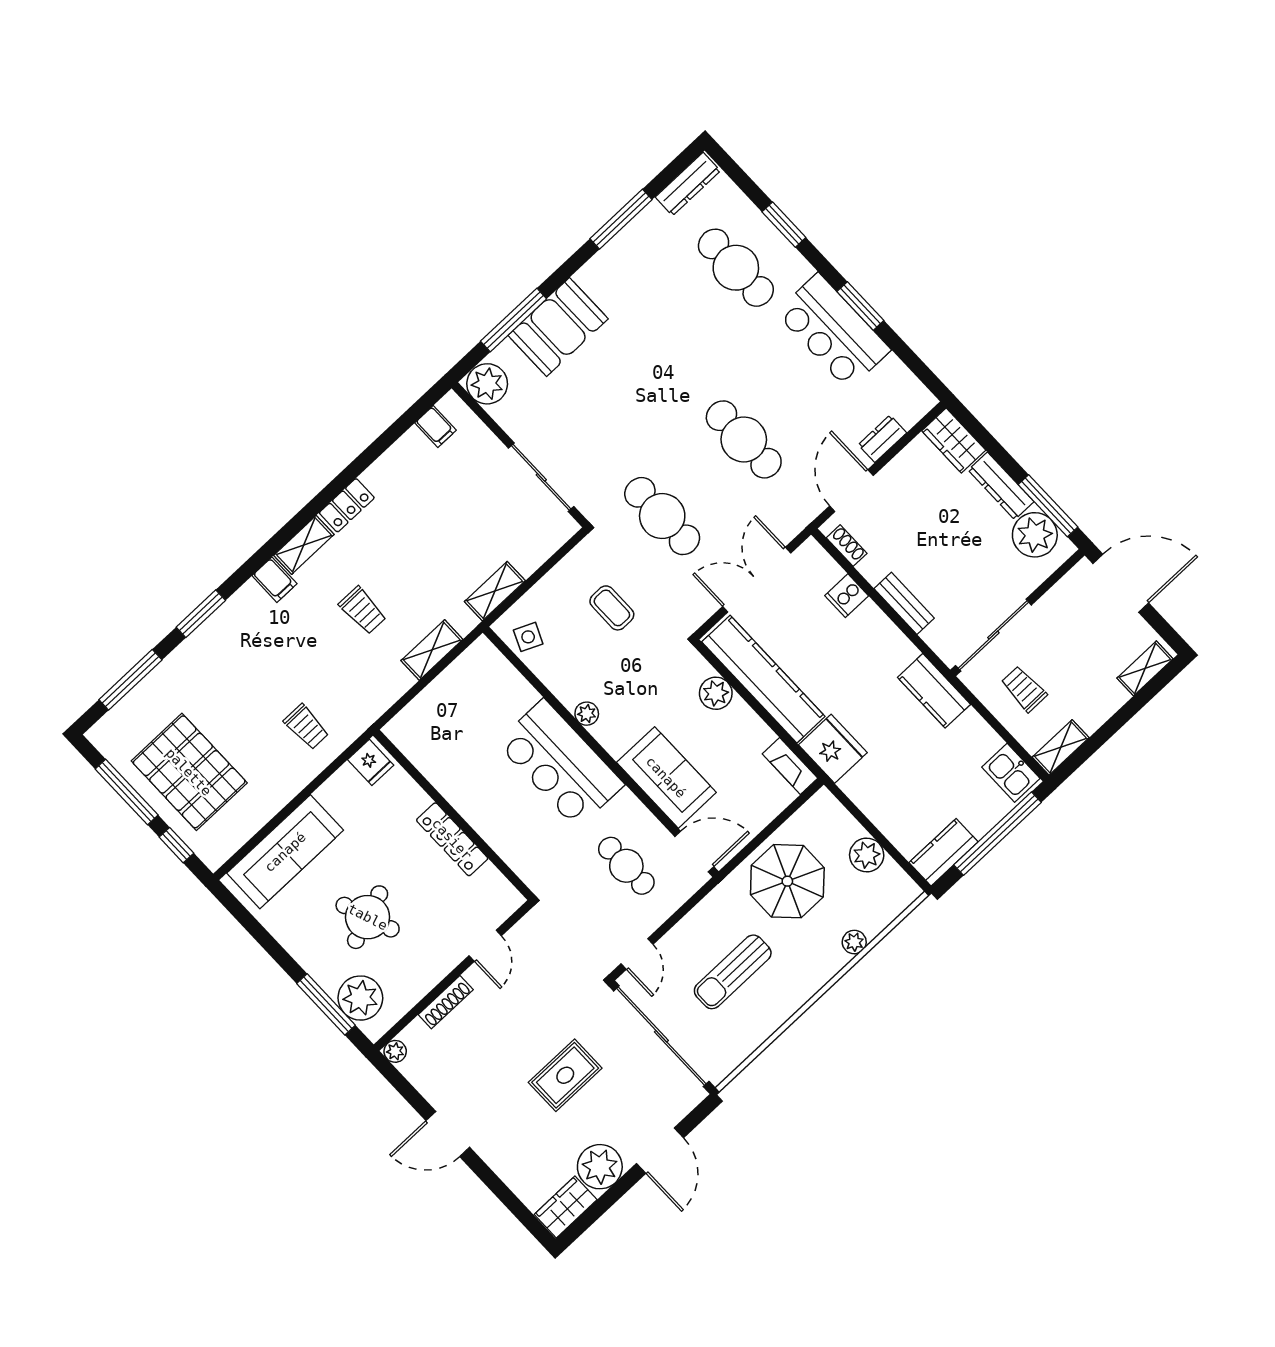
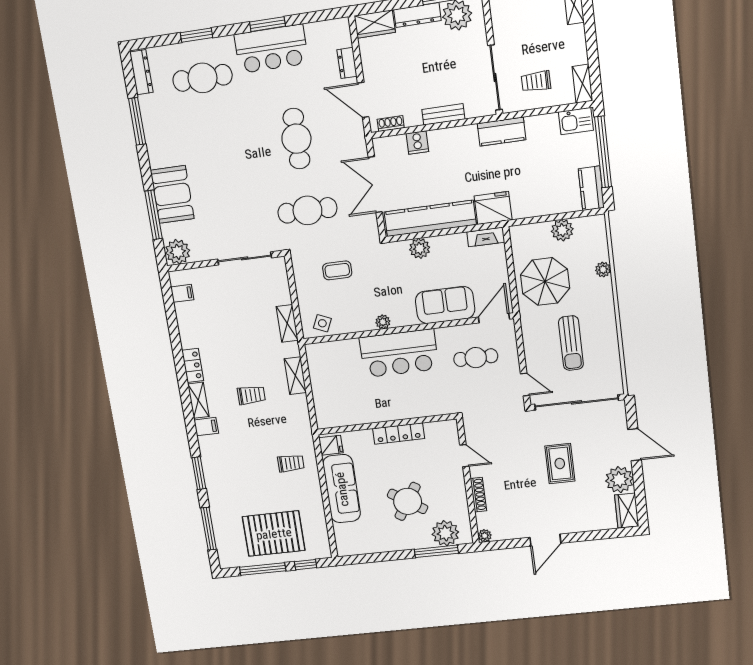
cafe table: (744, 439) -> (296, 139), turned 90
sofa: (285, 852) -> (342, 489), moved
round table: (368, 917) -> (408, 501), turned -37

